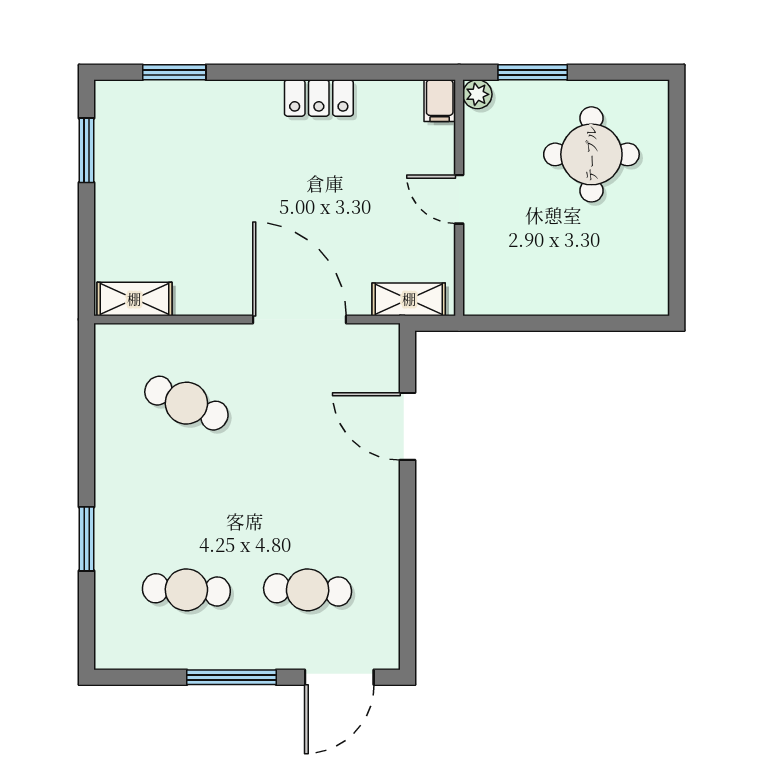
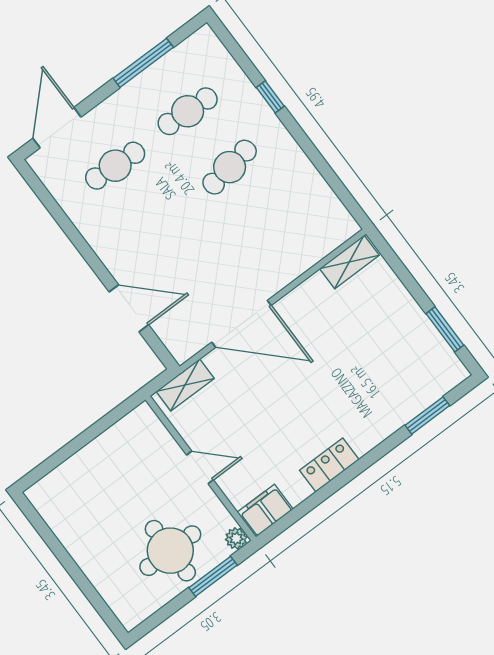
filing cabinet: (440, 101) -> (265, 511), width x2.00
round table: (591, 154) -> (170, 551), moved
cafe table: (186, 403) -> (230, 167), moved, turned -33
window: (87, 539) -> (270, 97), width x0.67
window: (232, 677) -> (143, 63), moved

